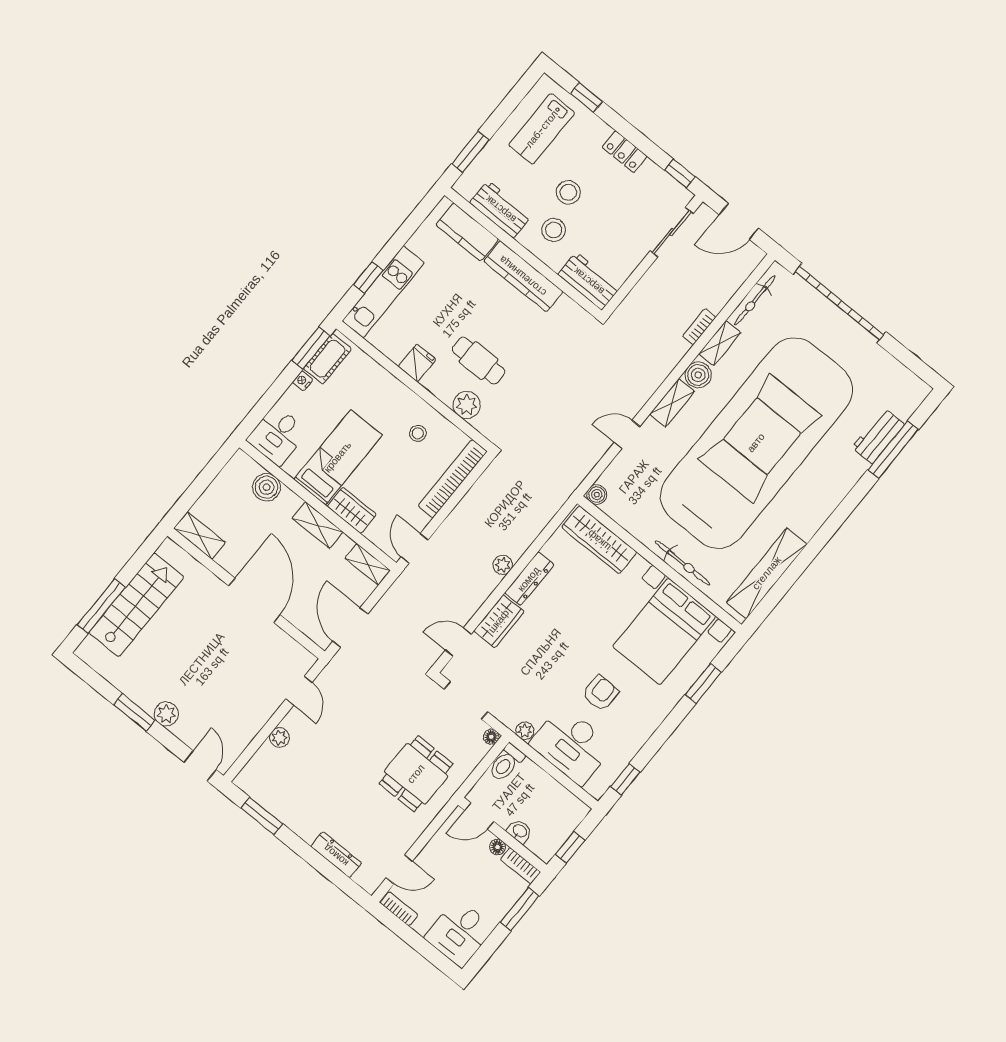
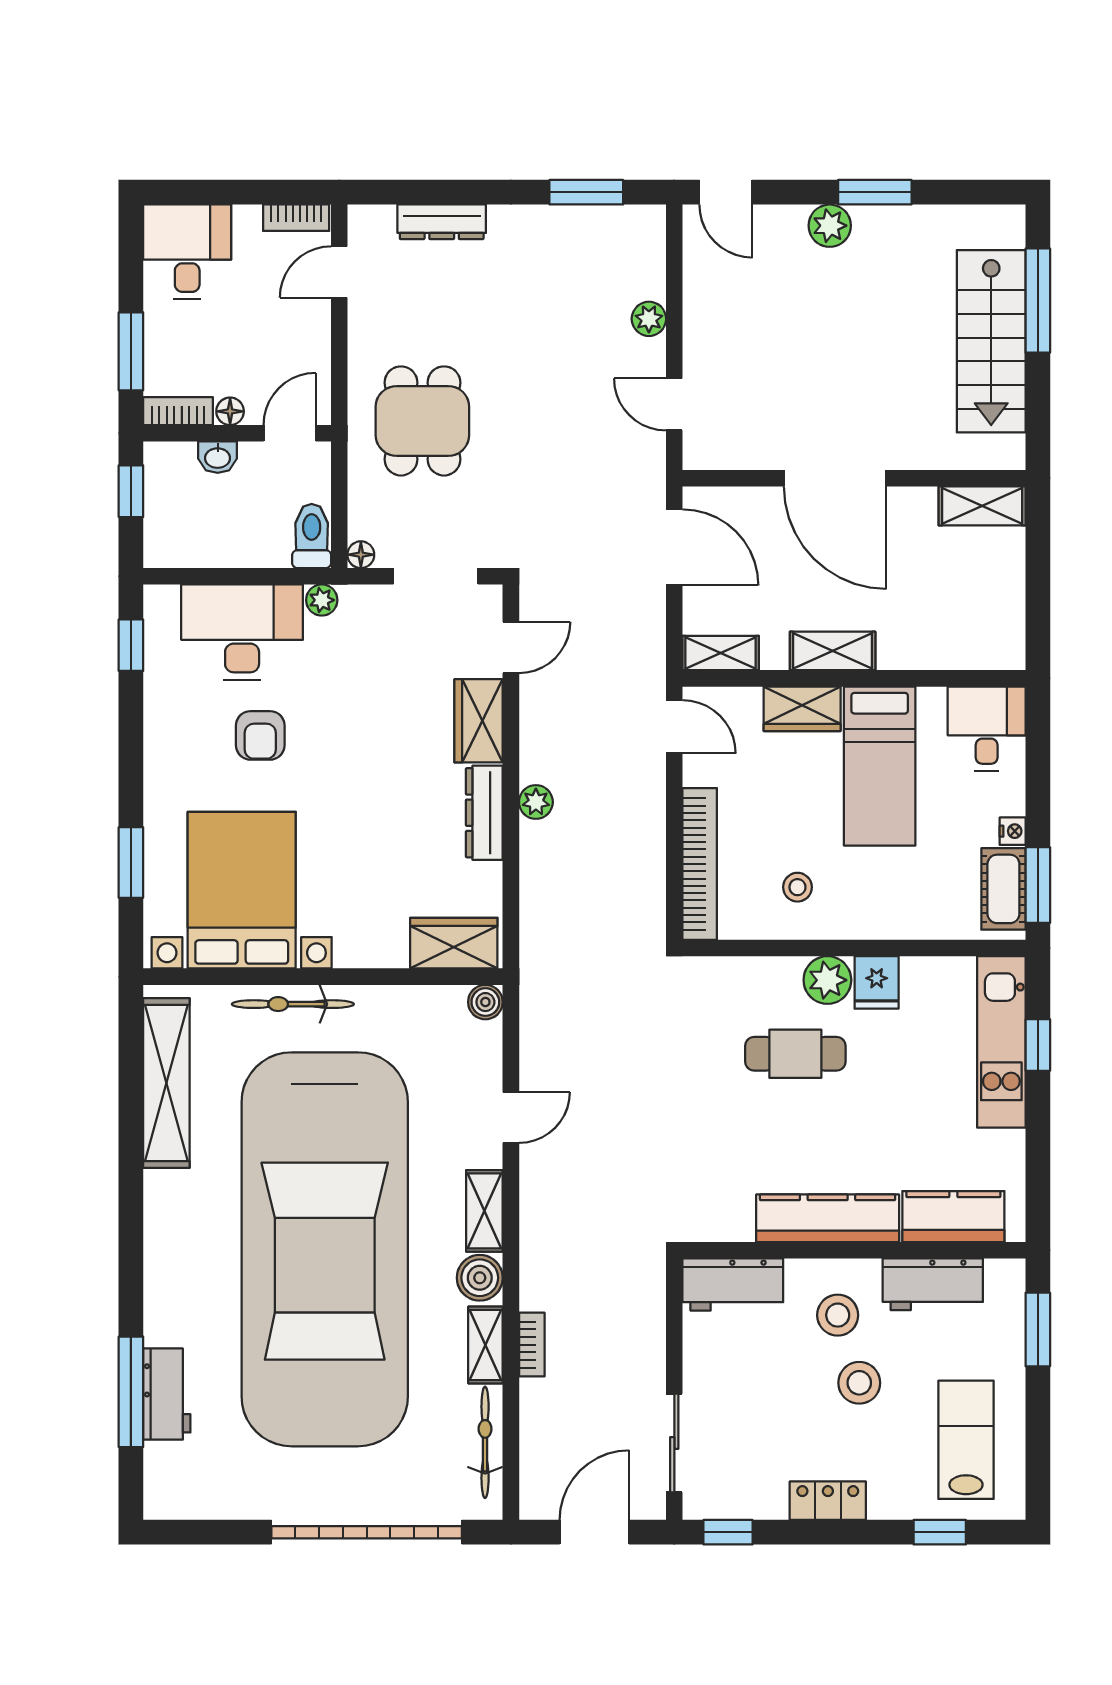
plant: (467, 405) -> (827, 980), moved
boiler: (267, 487) -> (944, 646), removed
wardrobe: (599, 540) -> (454, 943), width x0.67

